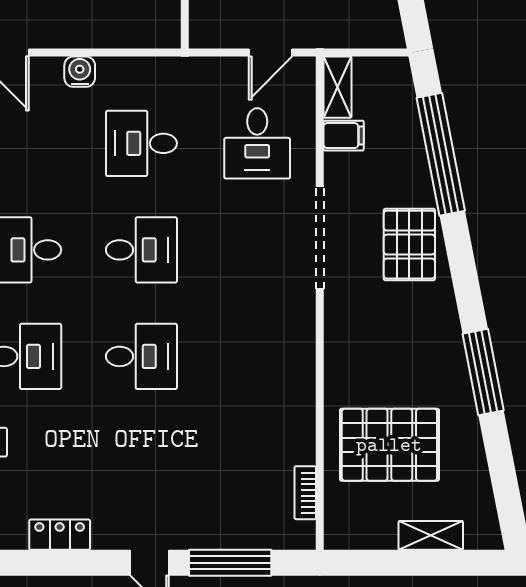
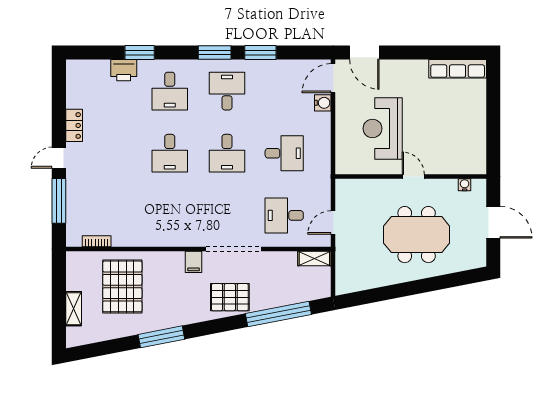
door: (271, 53) -> (333, 223), hinge flipped
water cooler: (80, 72) -> (323, 103), moved
filing cabinet: (344, 136) -> (194, 262), moved
desk: (141, 143) -> (284, 153), turned 90
locker: (60, 535) -> (74, 125), moved

